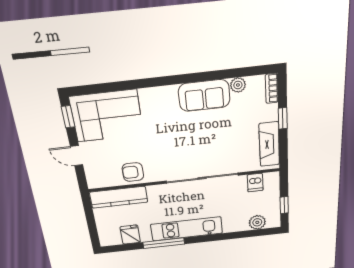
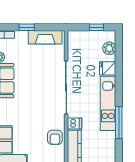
dishwasher: (255, 182) -> (74, 123), moved
fridge: (130, 235) -> (108, 68), moved

